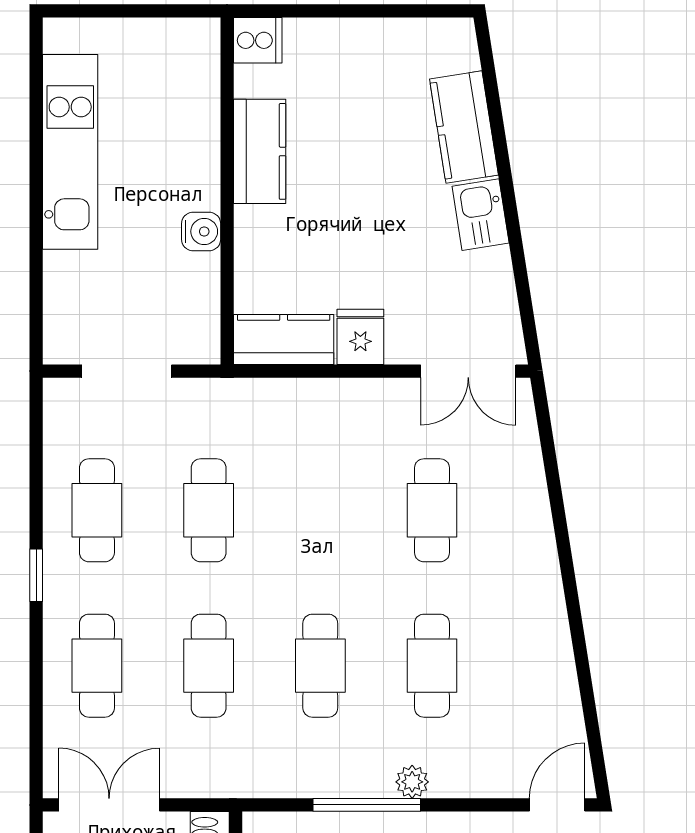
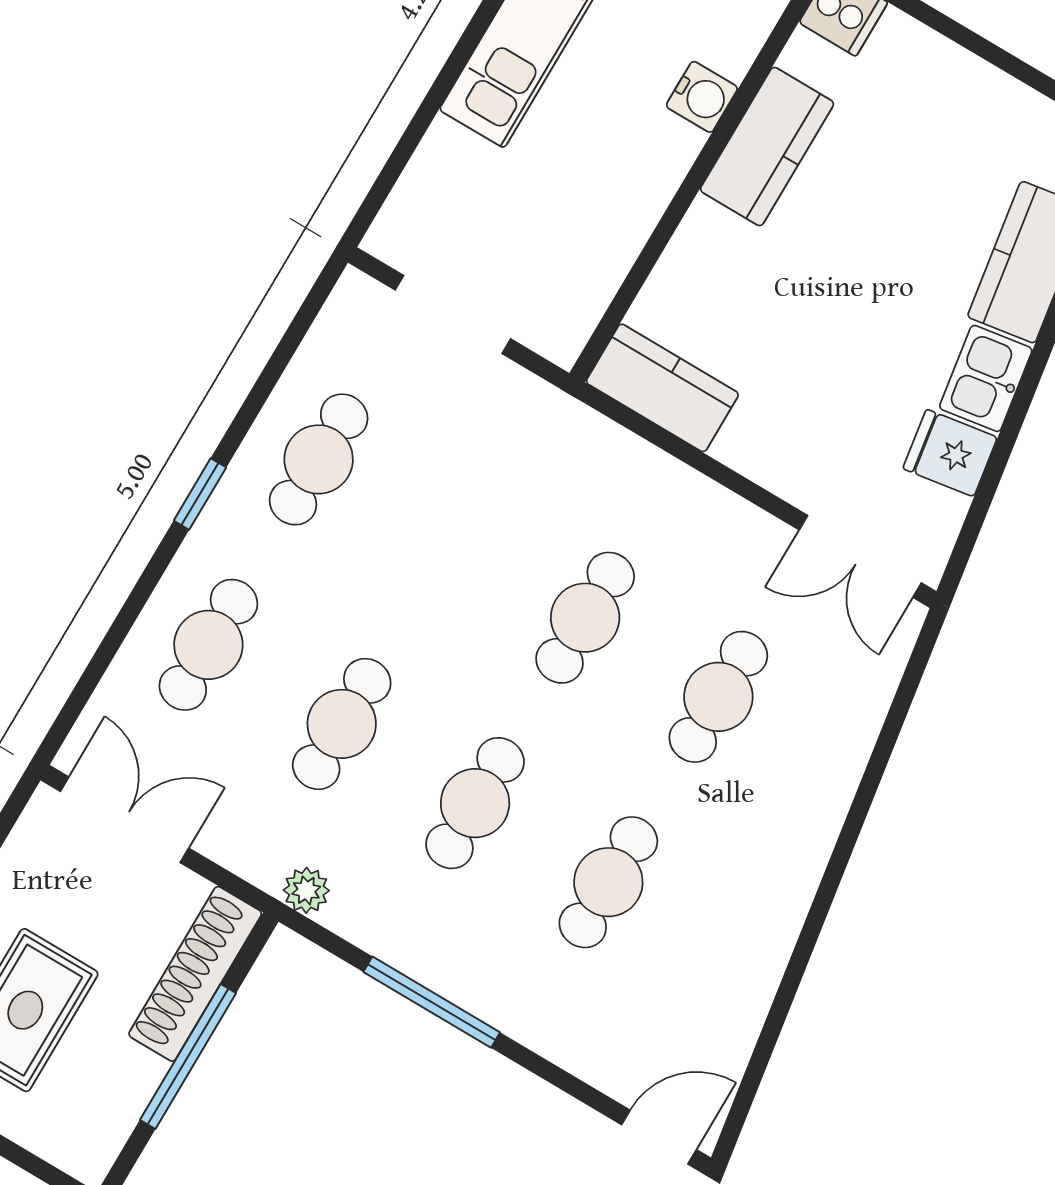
water cooler: (201, 231) -> (702, 97), moved
fridge: (360, 337) -> (950, 453), moved, turned -99
cafe table: (209, 510) -> (585, 618), moved
plant: (412, 782) -> (306, 890), moved

